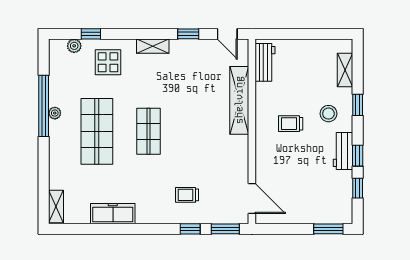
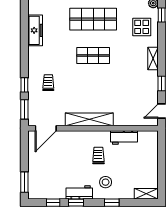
workbench: (265, 62) -> (124, 137), moved
shelving: (345, 70) -> (146, 194), moved
shelving: (239, 100) -> (89, 119), moved

